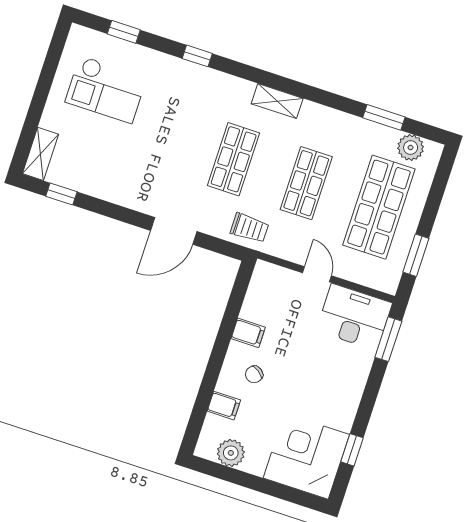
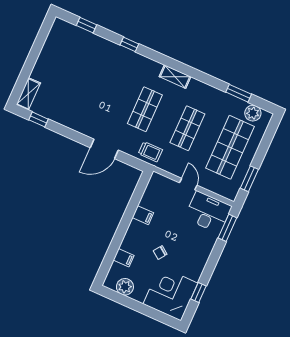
checkout: (106, 89) -> (72, 59), removed
chair: (254, 374) -> (160, 252), moved

